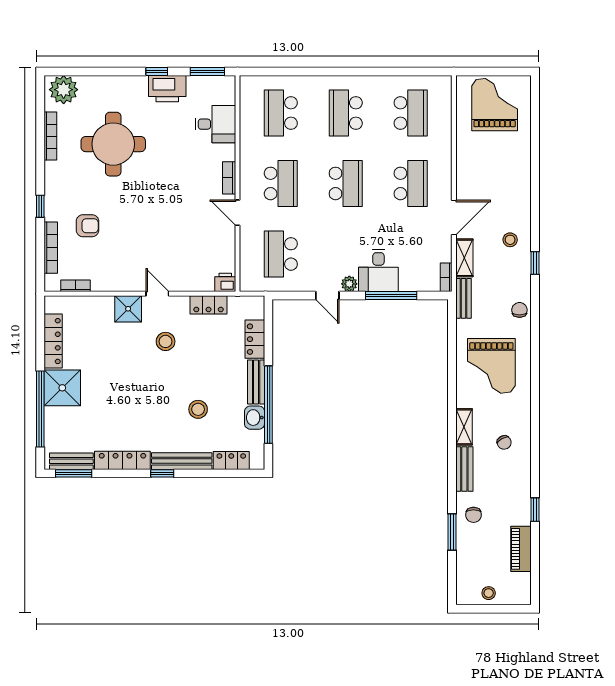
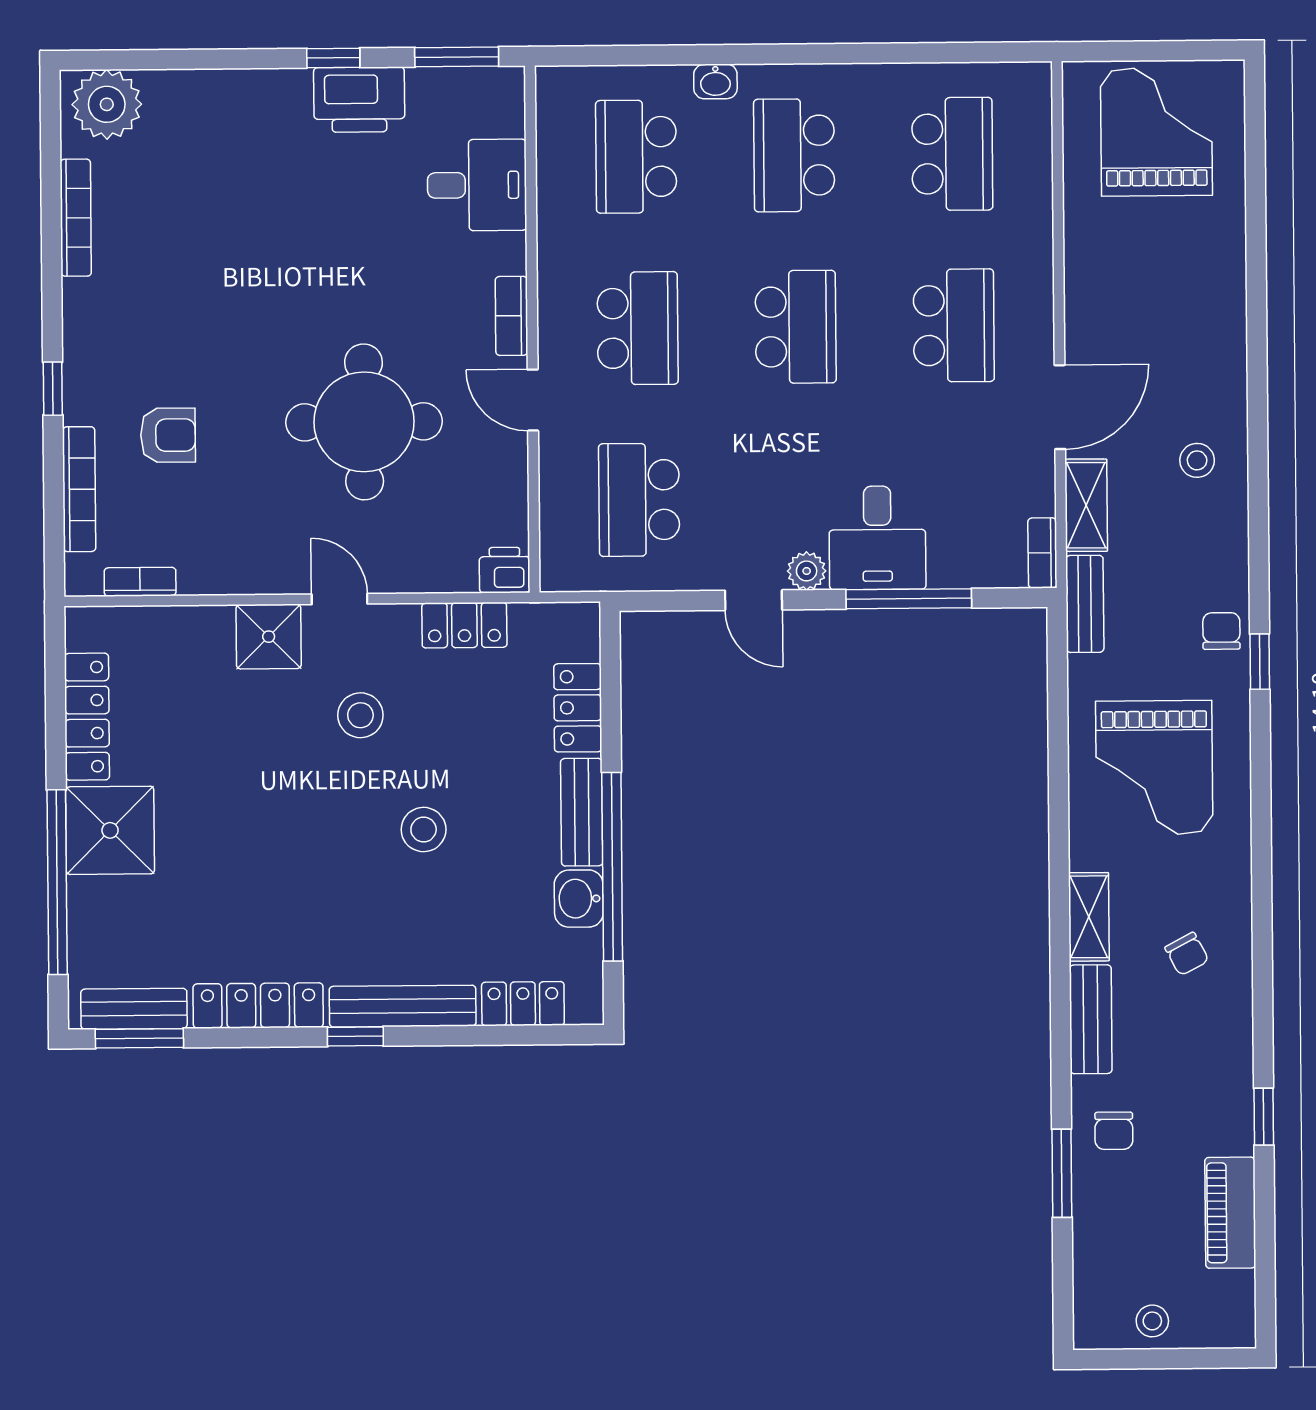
washbasin: (314, 82) -> (715, 81), added
round table: (113, 144) -> (364, 422), moved
window: (535, 263) -> (1260, 662), moved
stool: (198, 409) -> (424, 830), moved

